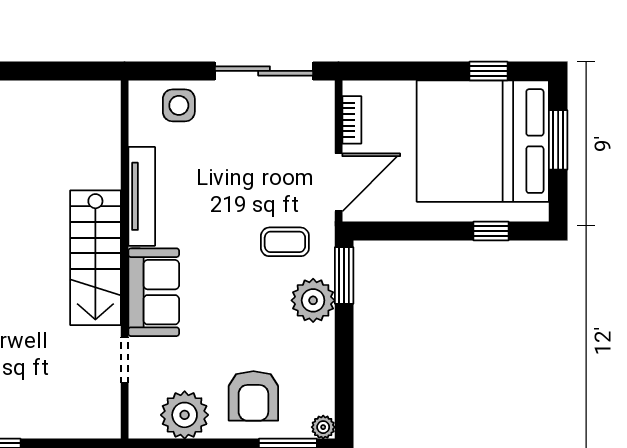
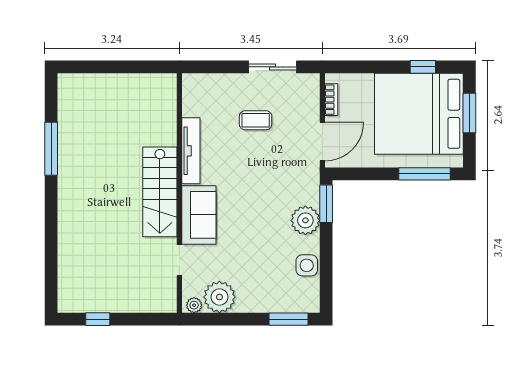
sliding door: (264, 71) -> (273, 67), width x0.73
side table: (179, 105) -> (307, 265), moved
window: (491, 231) -> (424, 174), width x2.17
coffee table: (285, 242) -> (256, 120), moved
armchair: (253, 396) -> (266, 284), removed
plant: (323, 427) -> (194, 305), moved

